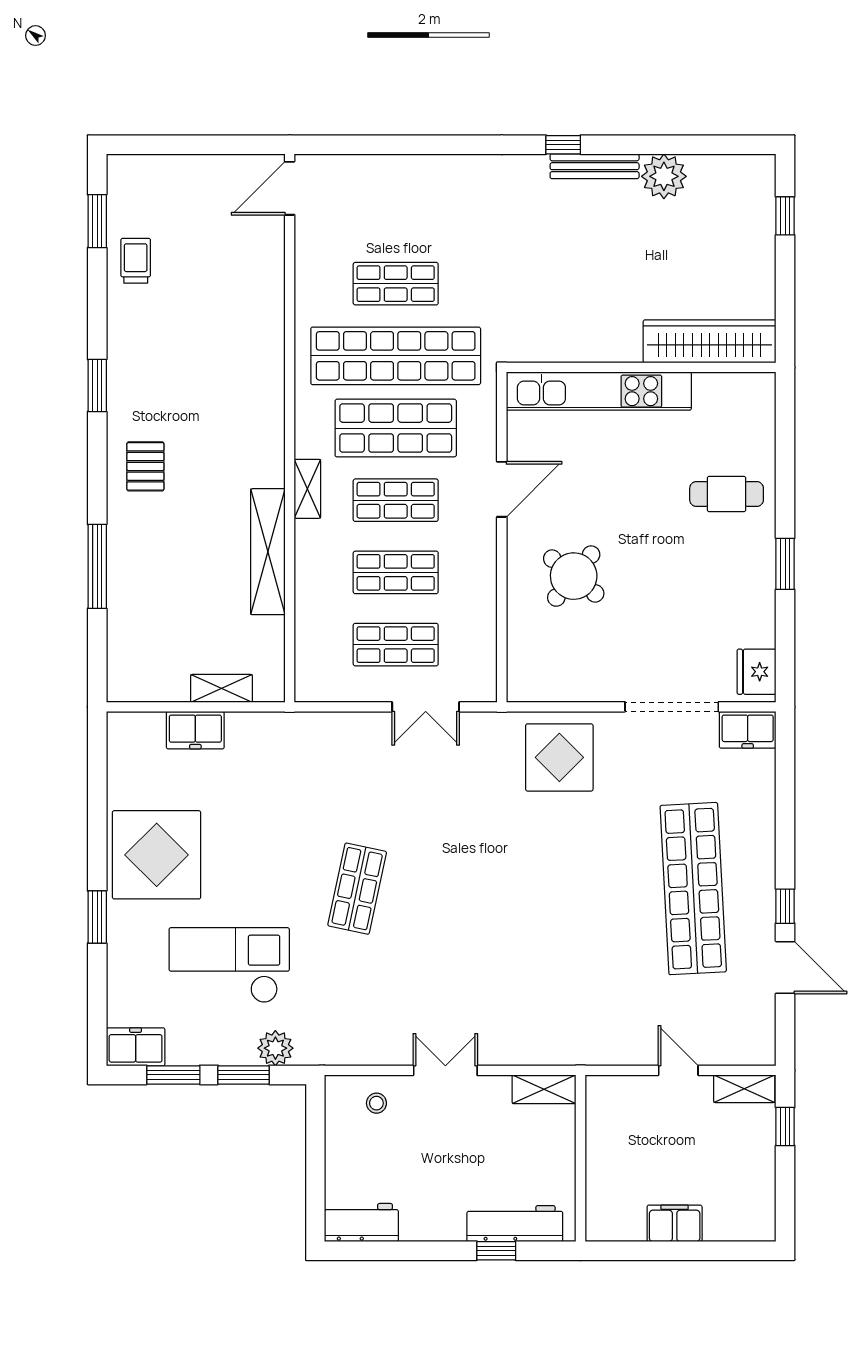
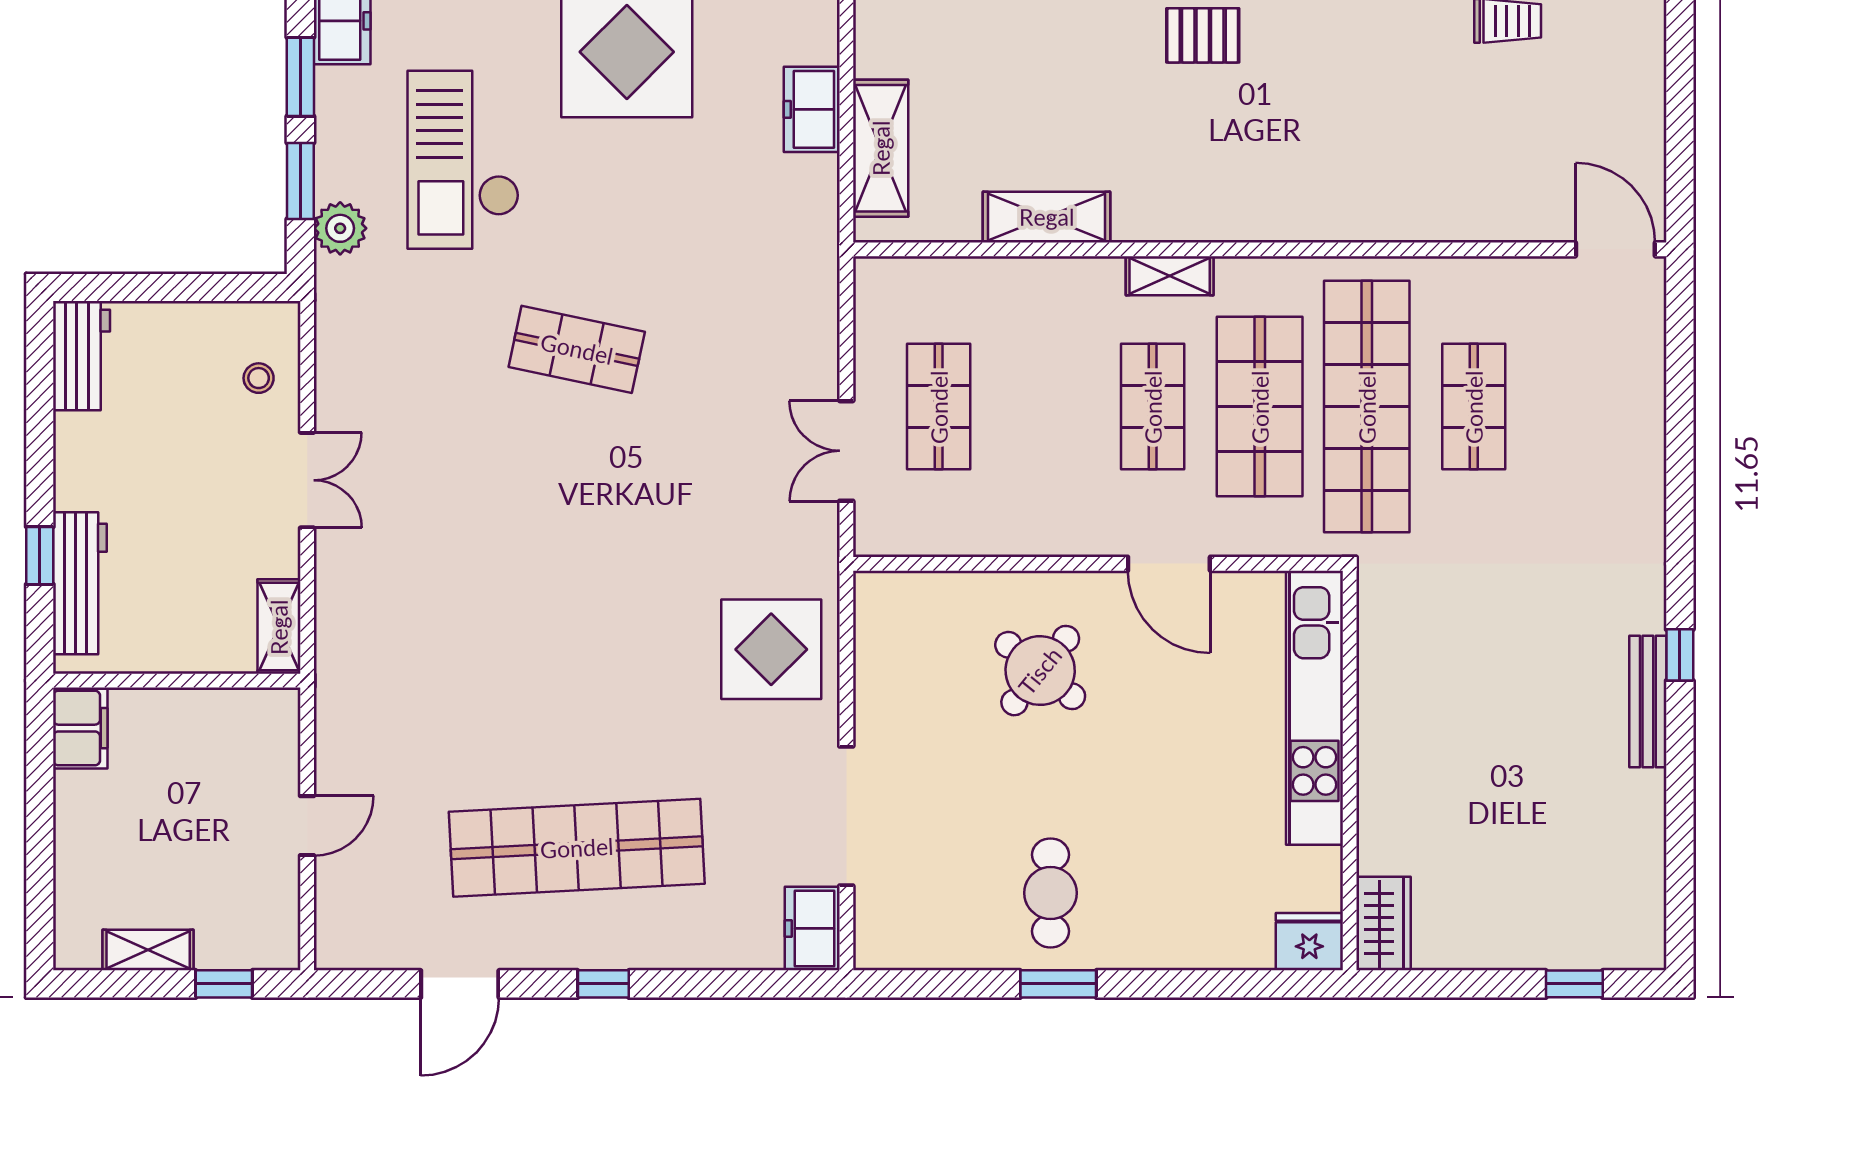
plant: (664, 176) -> (1633, 804), removed
wardrobe: (710, 341) -> (1383, 924), width x0.48, depth x0.85
cafe table: (727, 494) -> (1051, 893), moved
shelving: (268, 552) -> (1047, 217), width x0.68
shop shelf: (396, 572) -> (1046, 407), removed
fridge: (757, 672) -> (1309, 942), moved
shelving: (221, 688) -> (881, 148), width x1.50, depth x1.33
window: (785, 906) -> (603, 984), moved
checkout: (229, 965) -> (463, 160), turned 180
shelving: (744, 1089) -> (148, 950), moved, turned 90
filing cabinet: (675, 1223) -> (80, 728), moved

